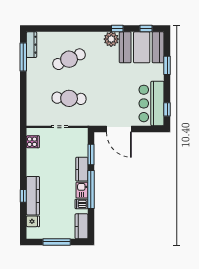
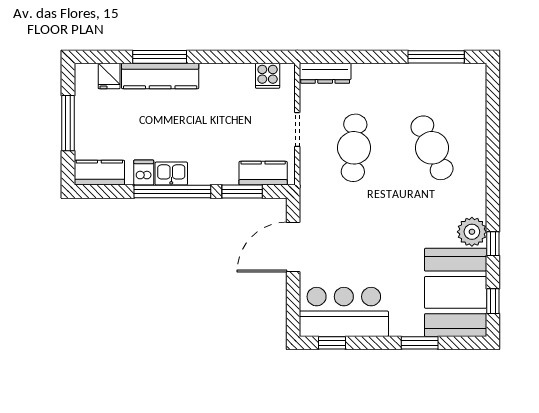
dresser: (32, 45) -> (325, 73), moved
kitchen counter: (82, 169) -> (263, 173), moved
window: (23, 196) -> (160, 57), width x2.17

